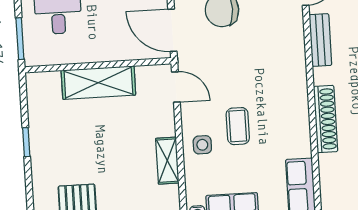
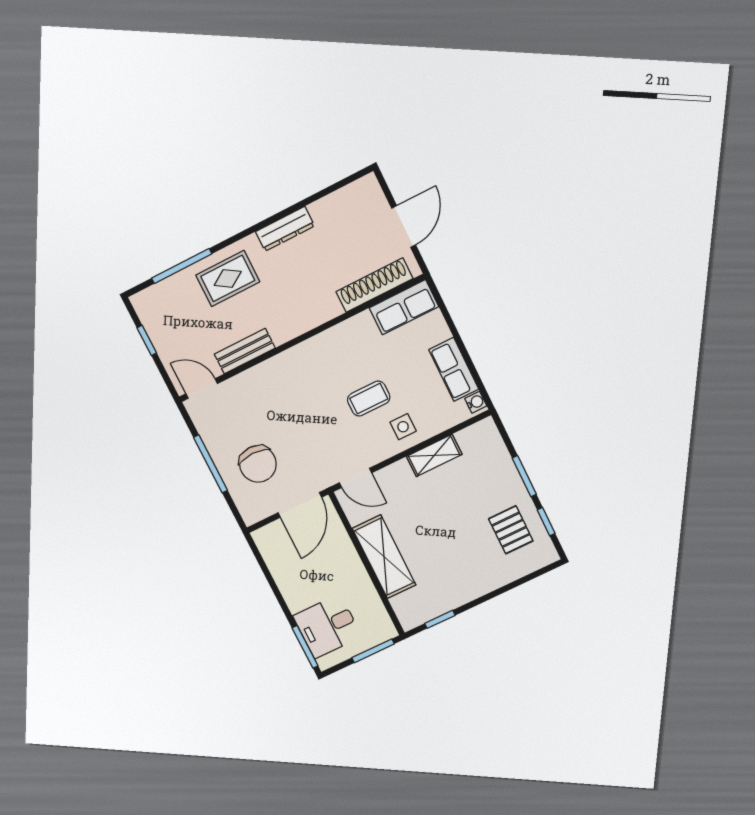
door: (176, 87) -> (356, 478), swing flipped
shoe rack: (326, 119) -> (374, 285), moved
window: (26, 142) -> (440, 619), moved

